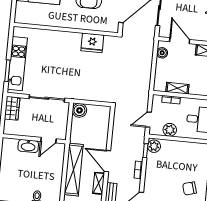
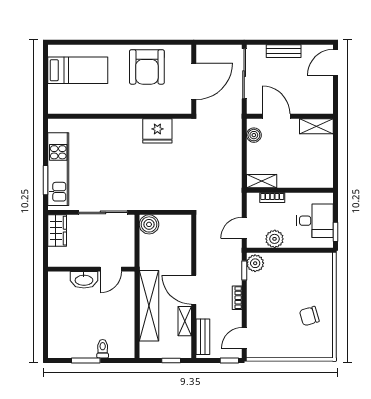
shelving: (177, 88) -> (262, 181), moved

